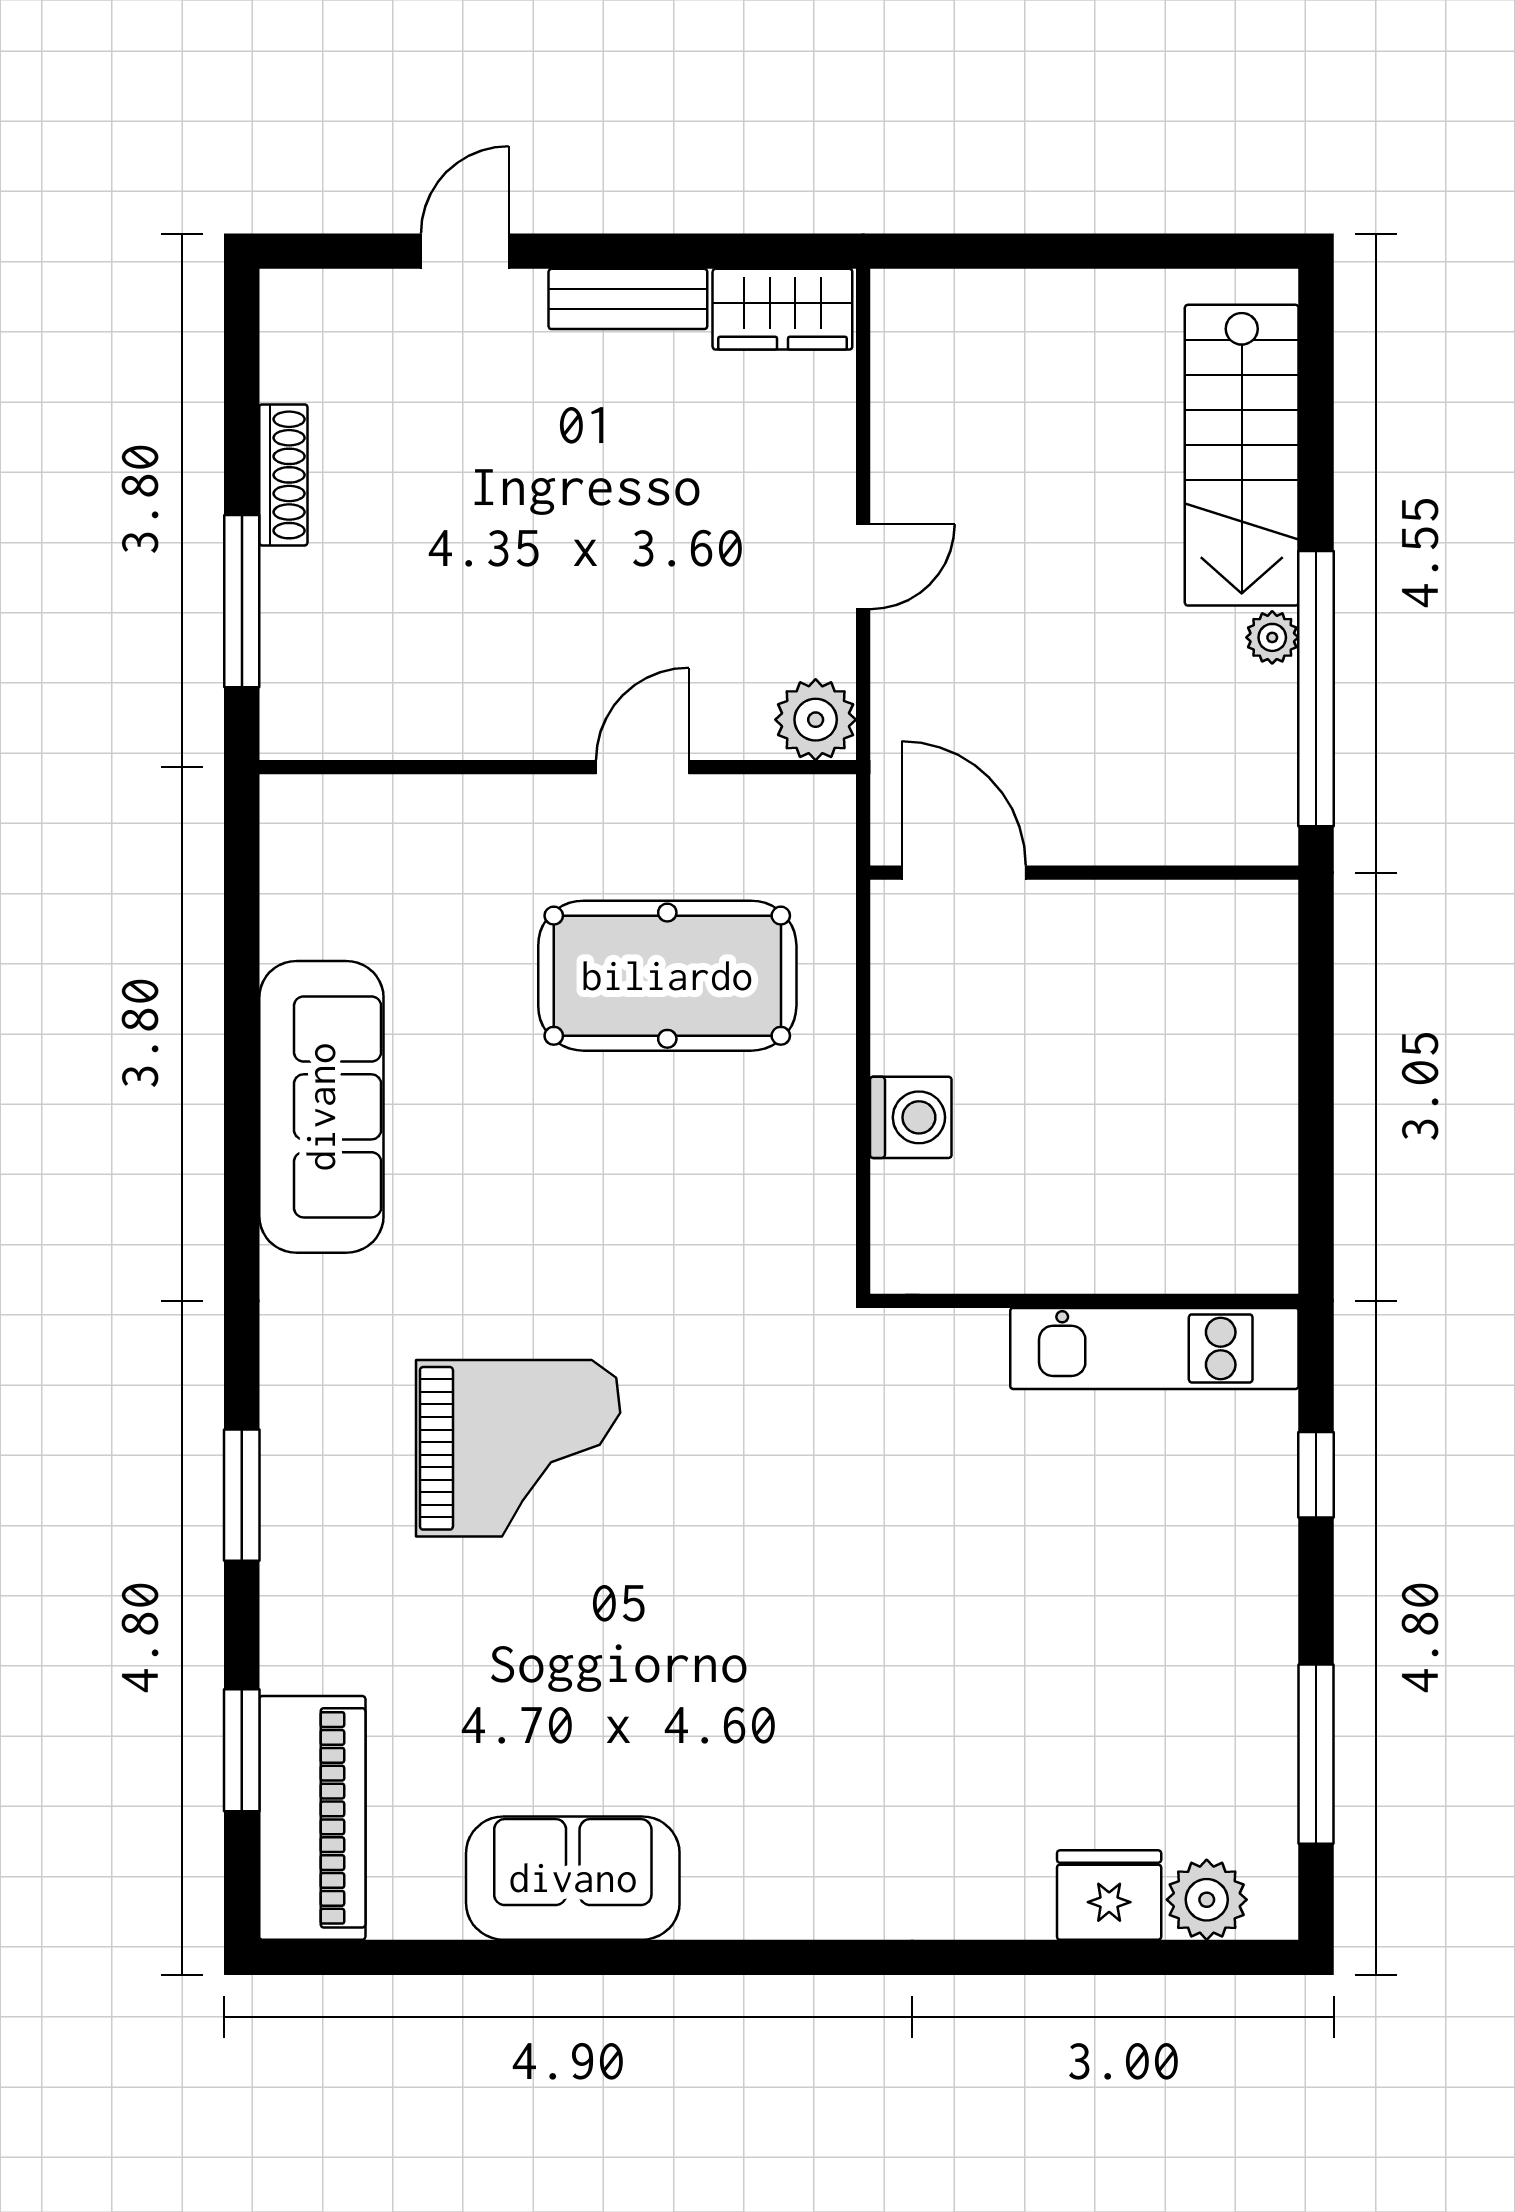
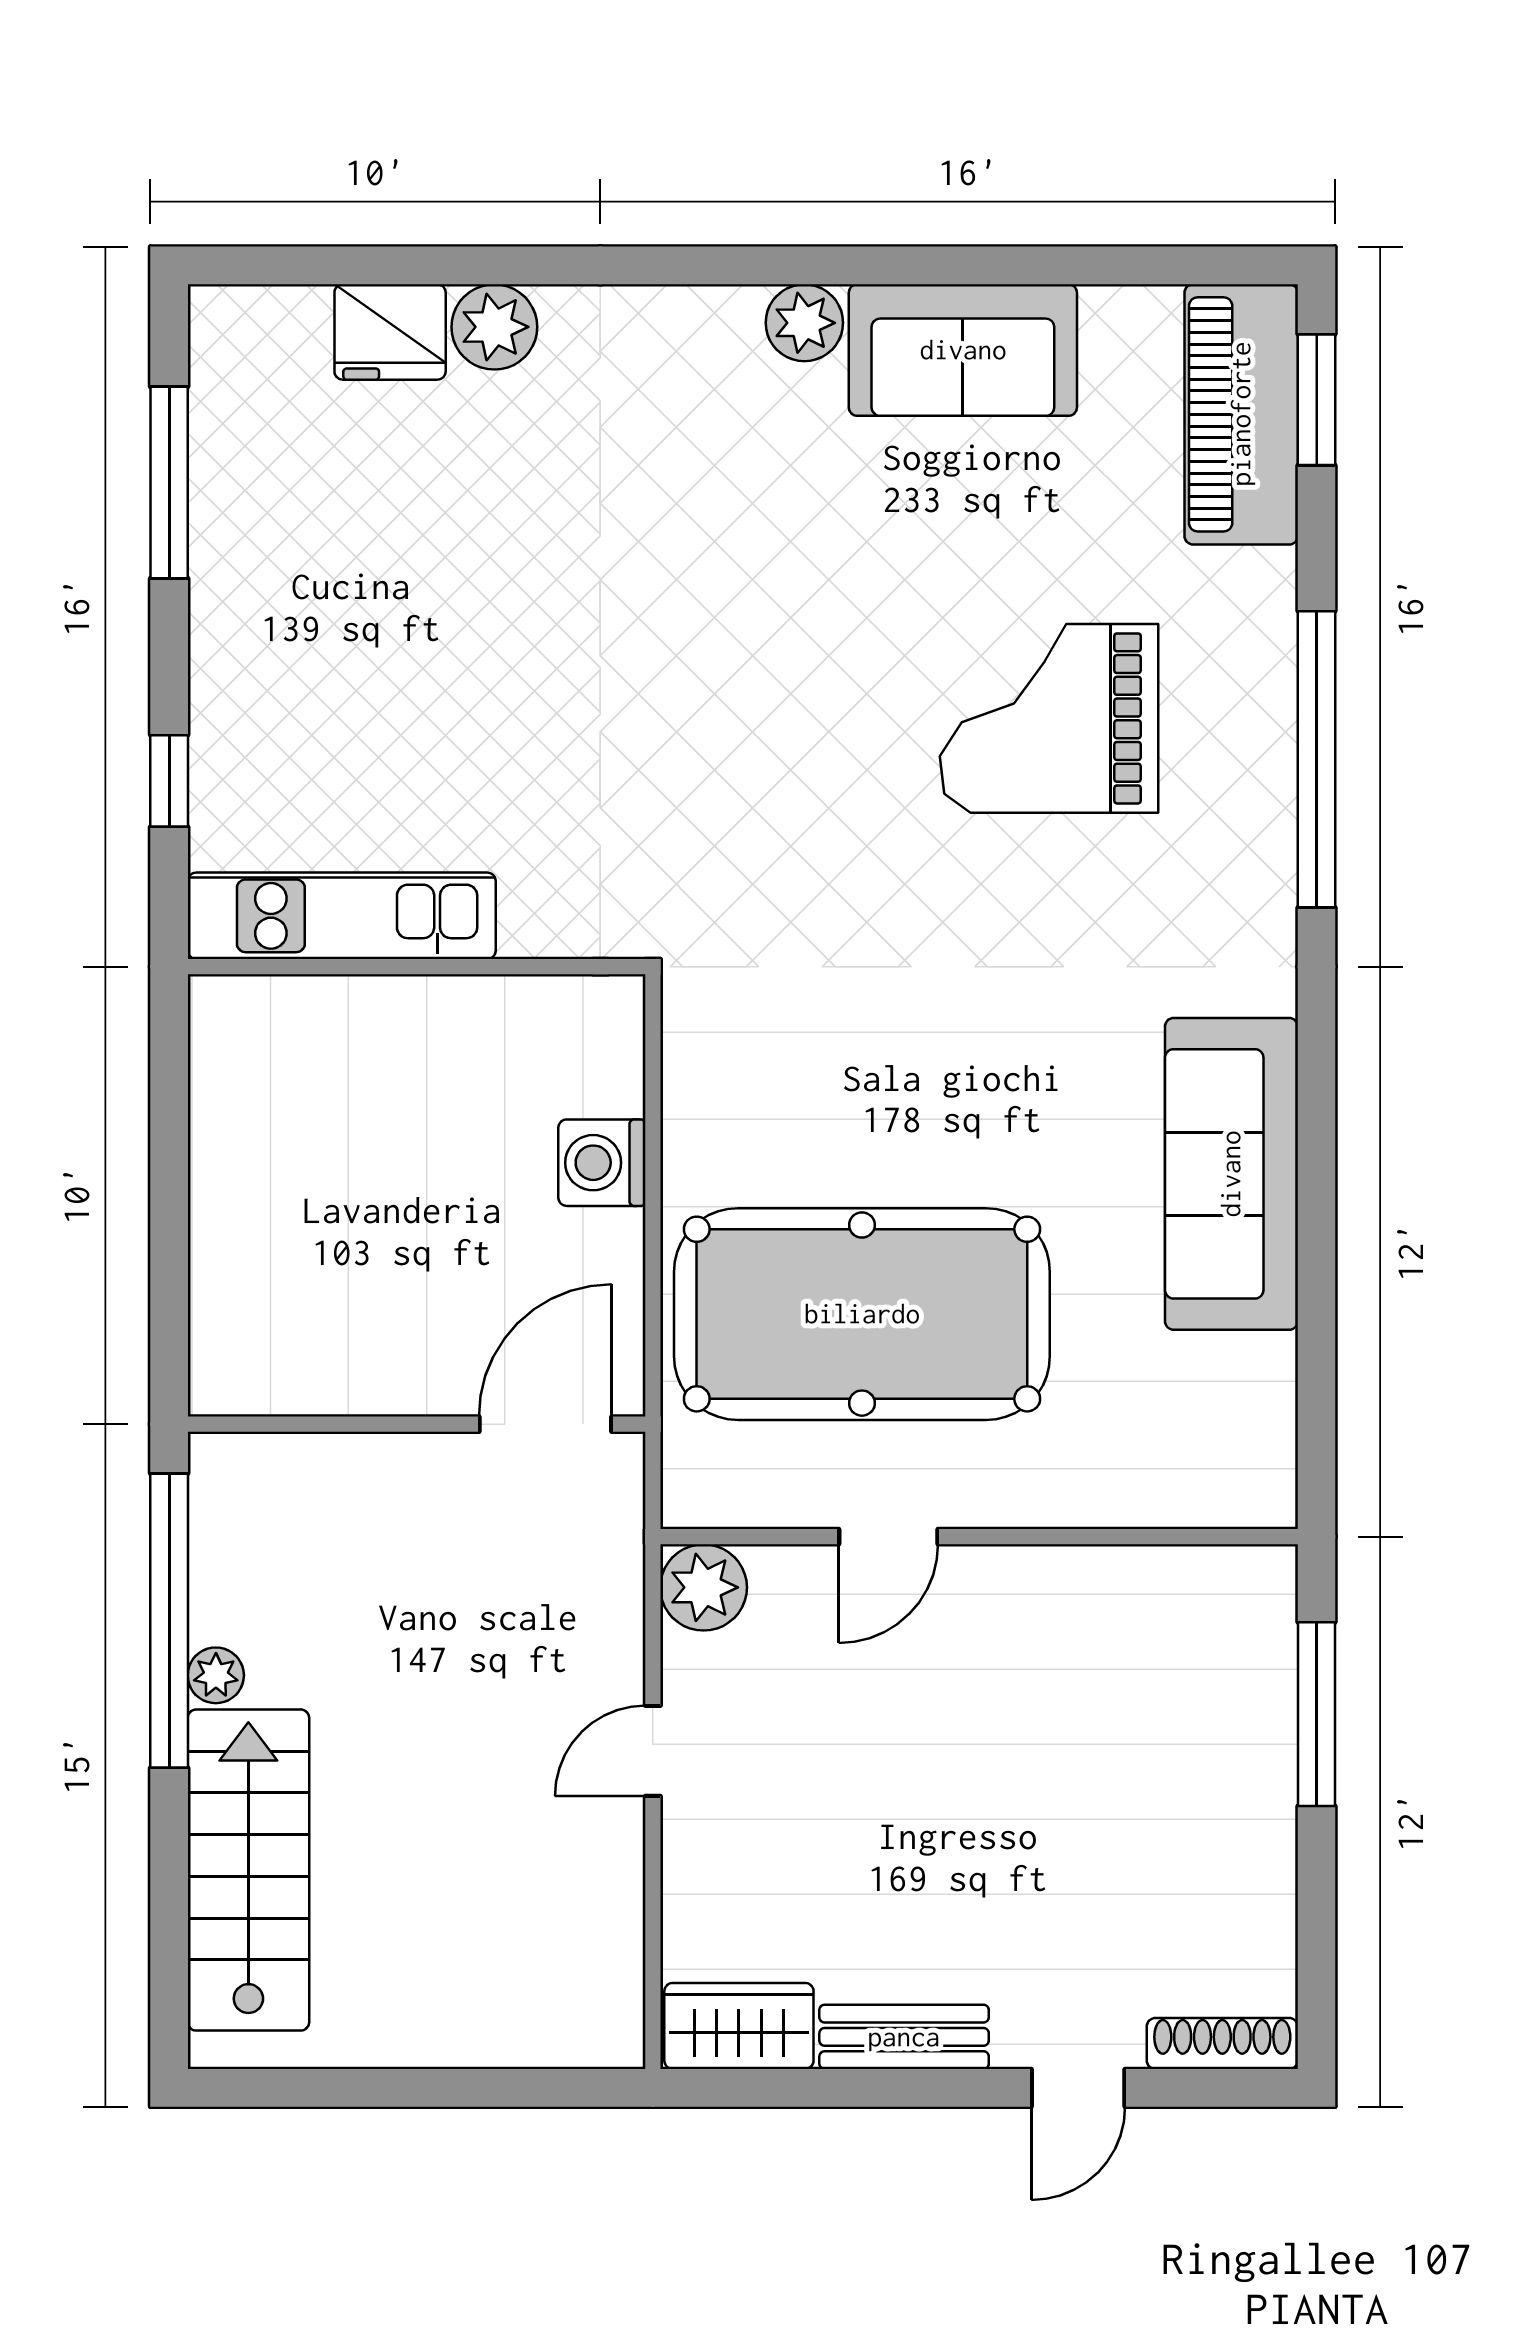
shoe rack: (283, 475) -> (1222, 2044), moved, turned 90
door: (964, 873) -> (545, 1424), swing flipped
pool table: (667, 976) -> (862, 1314), width x1.36, depth x1.32
grand piano: (518, 1448) -> (1049, 718), moved
window: (242, 1495) -> (1317, 759), width x2.11
window: (242, 1750) -> (1317, 400), moved
plant: (1207, 1900) -> (494, 327), moved
plant: (721, 1904) -> (804, 323), added

